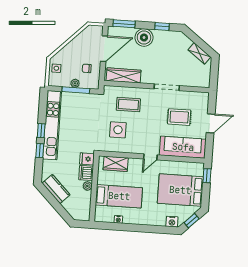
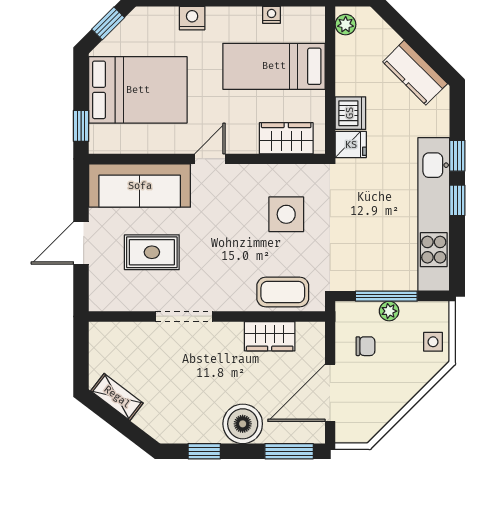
wardrobe: (124, 75) -> (270, 336), width x0.67
coffee table: (128, 105) -> (283, 292), moved
plant: (87, 186) -> (346, 25), moved
nightstand: (172, 222) -> (192, 18), moved

